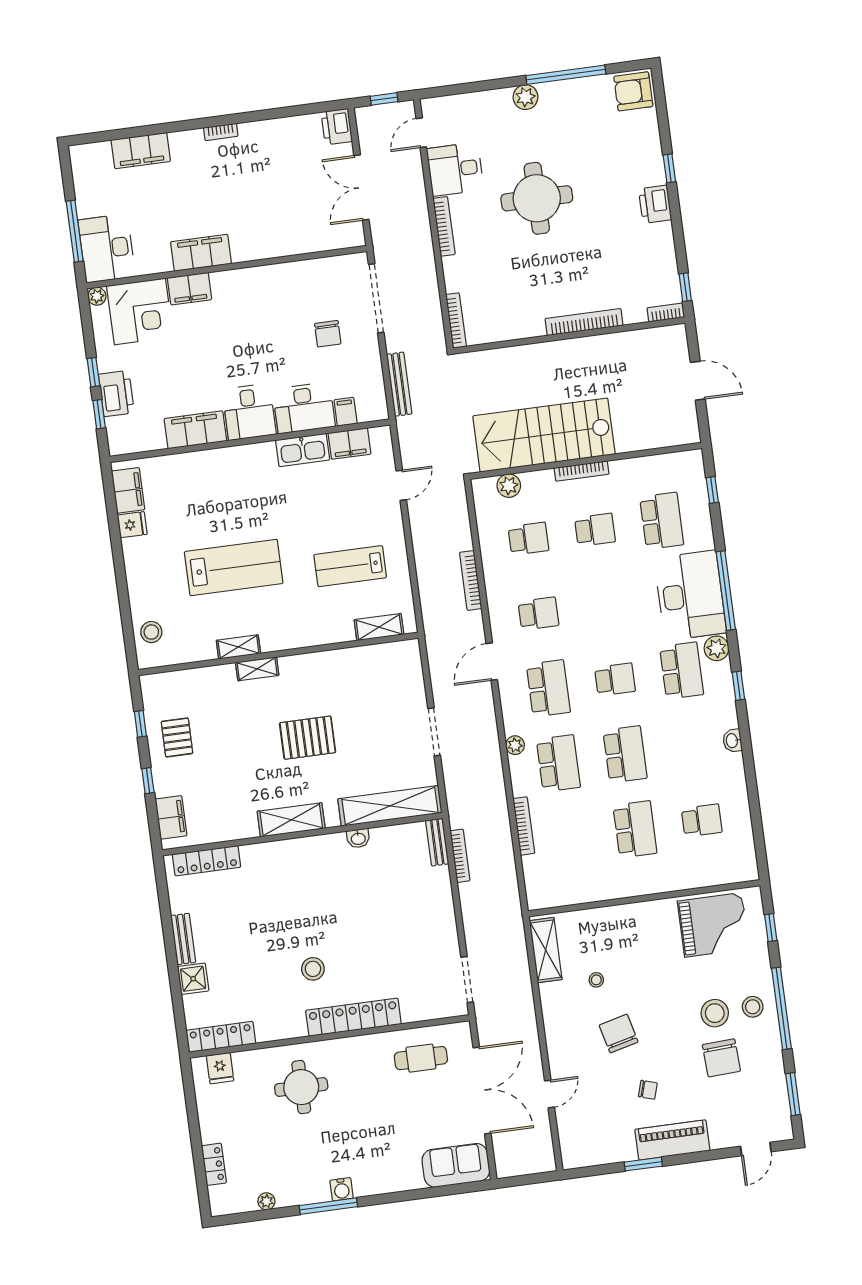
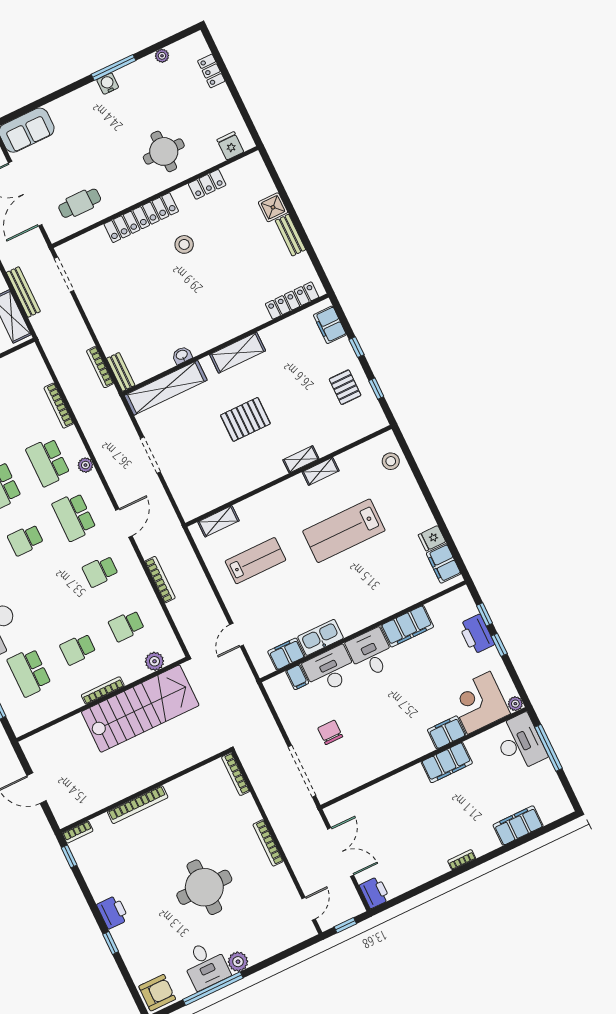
desk: (455, 169) -> (206, 965), moved, turned 90
bench: (399, 384) -> (23, 292), moved
locker: (221, 1037) -> (207, 184), moved, width x0.66

